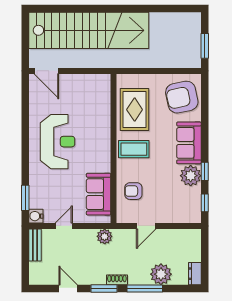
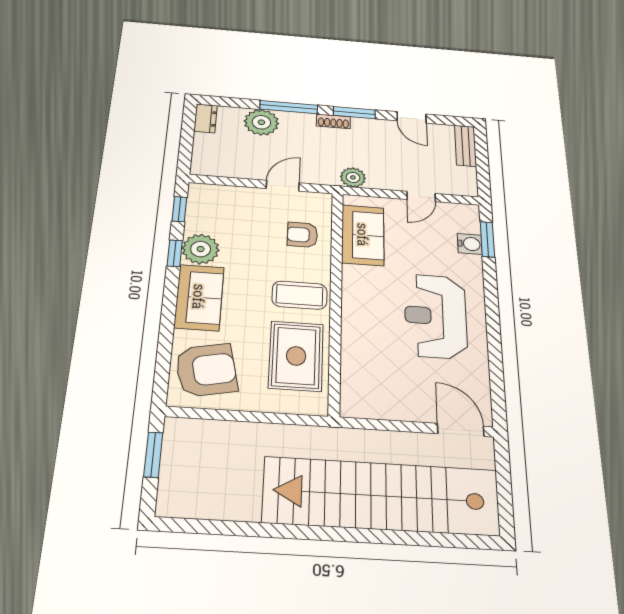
armchair: (133, 191) -> (302, 235), turned 180
water cooler: (36, 216) -> (470, 244), moved
bench: (35, 245) -> (466, 146), moved

